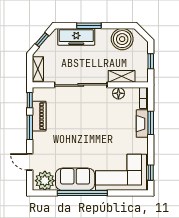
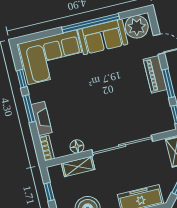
piano: (39, 116) -> (155, 74), moved
window: (151, 123) -> (29, 109), moved
window: (151, 173) -> (22, 79), moved

